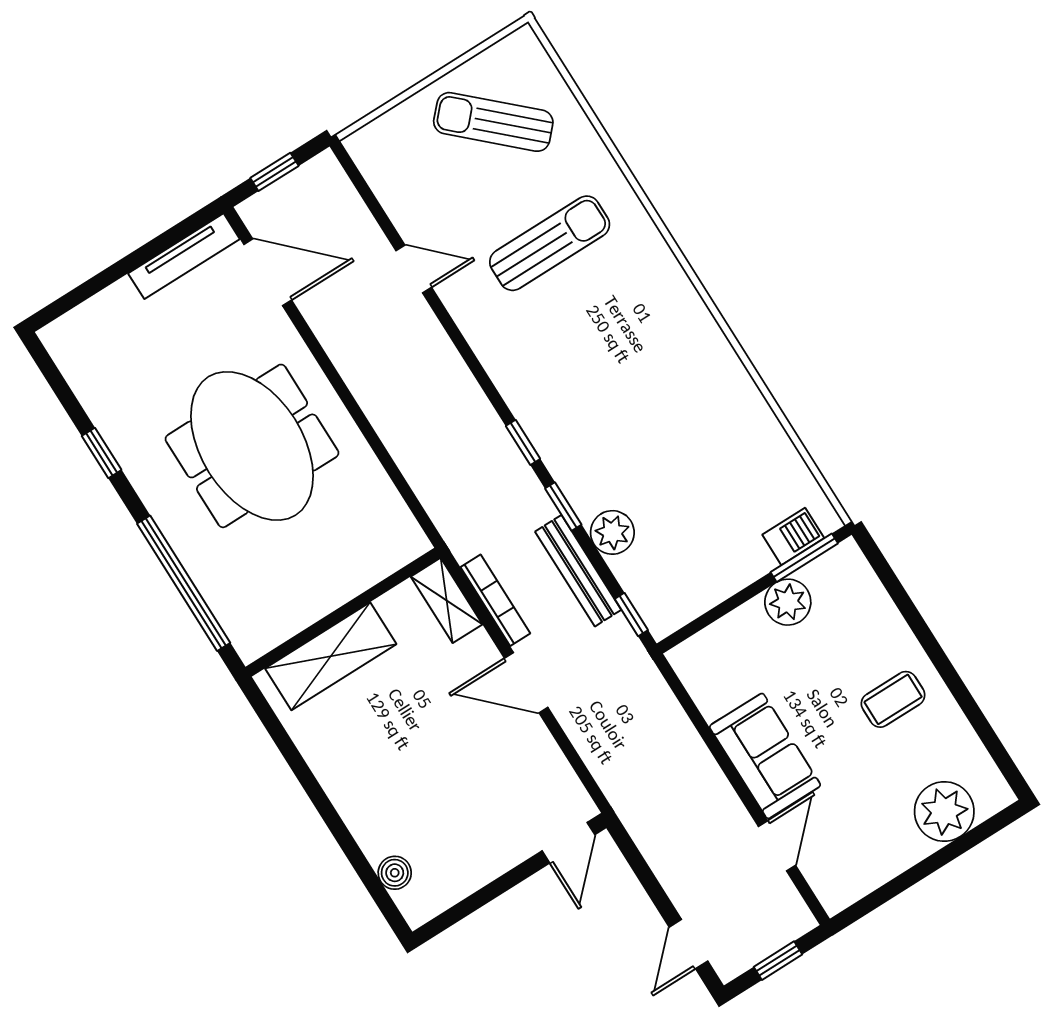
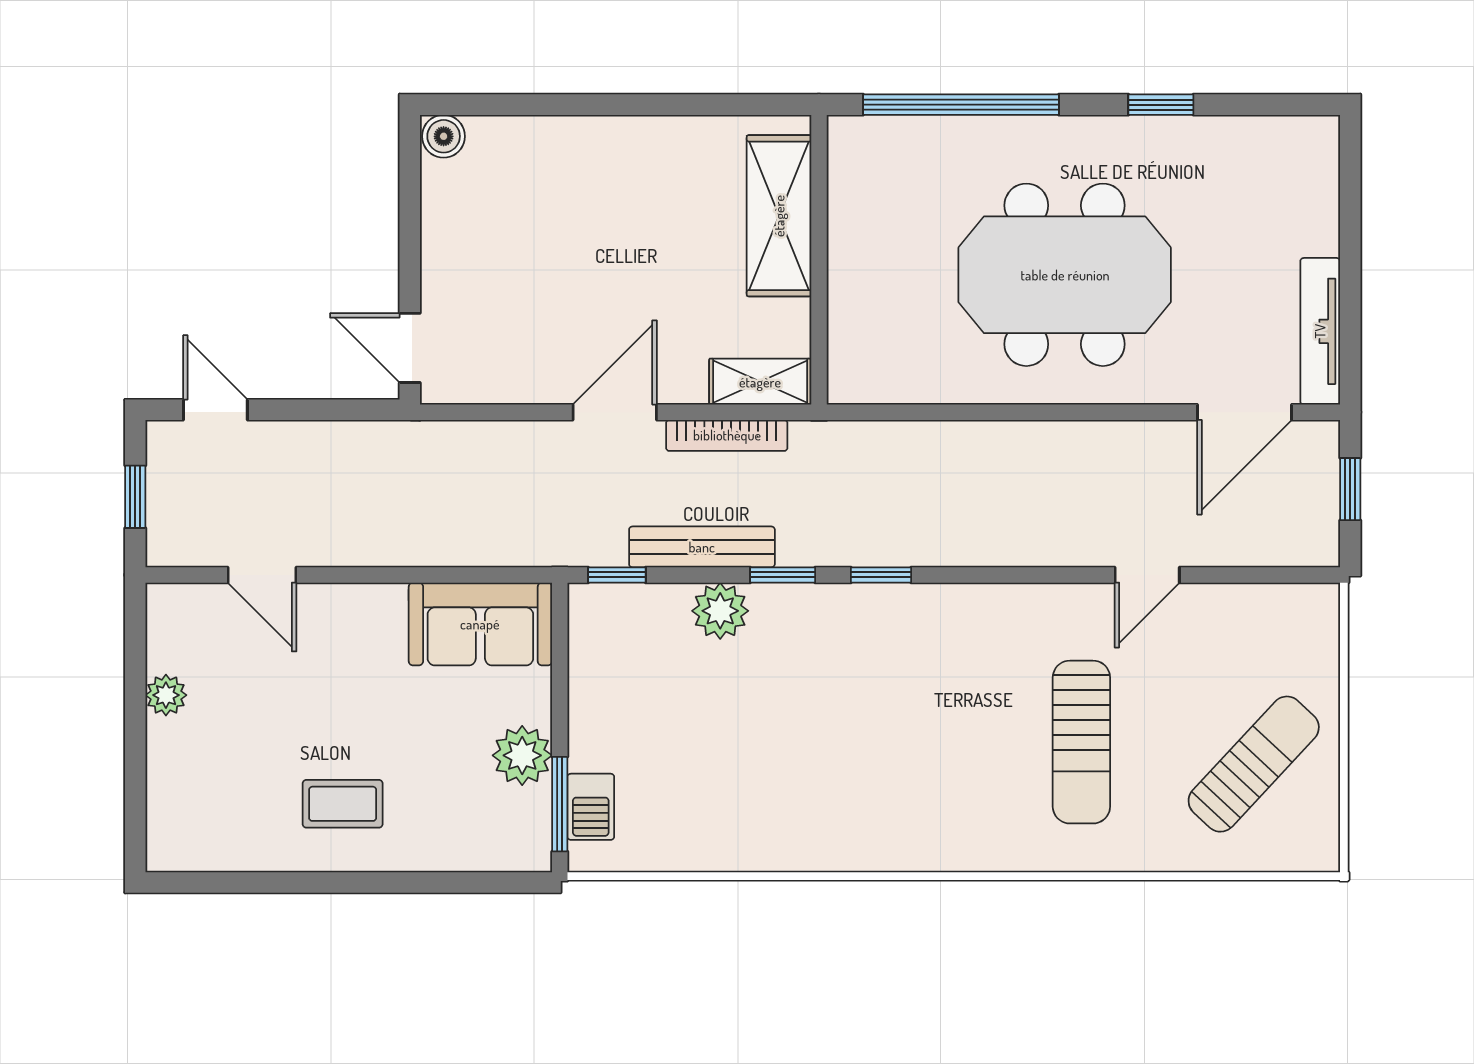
coffee table: (893, 699) -> (343, 804), turned 90
sofa: (765, 756) -> (480, 624), moved
plant: (944, 811) -> (166, 695), moved, width x0.53, depth x0.53
boiler: (395, 873) -> (444, 136), moved

